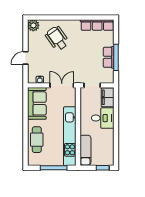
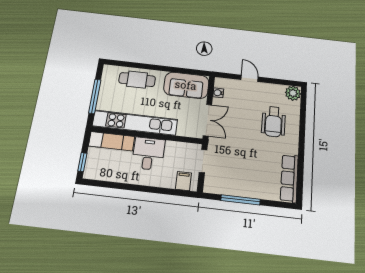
wheelchair: (57, 38) -> (273, 122), turned 125
row of seats: (109, 57) -> (241, 189), removed
filing cabinet: (108, 97) -> (183, 181), width x0.50
desk: (103, 118) -> (148, 154), moved, turned 180

